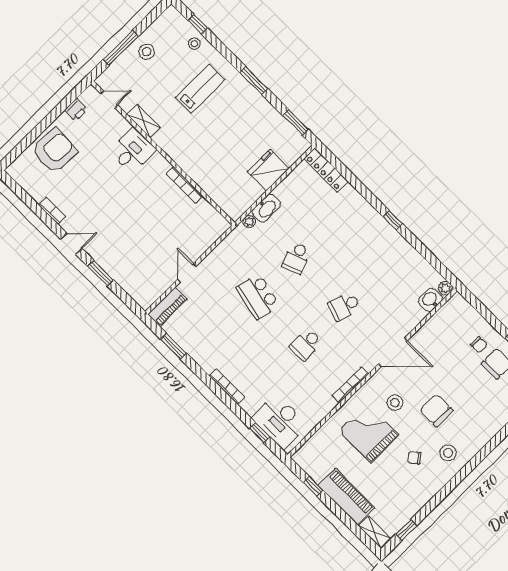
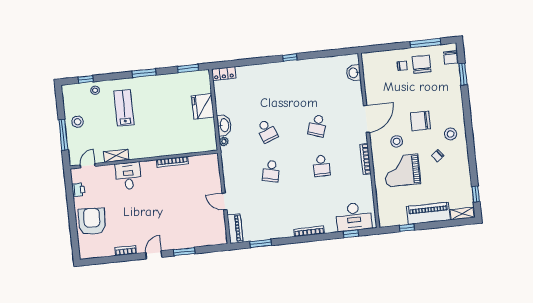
locker: (326, 170) -> (224, 74), width x0.66
plant: (445, 288) -> (354, 59), removed
school desk: (258, 296) -> (271, 171), width x0.54

